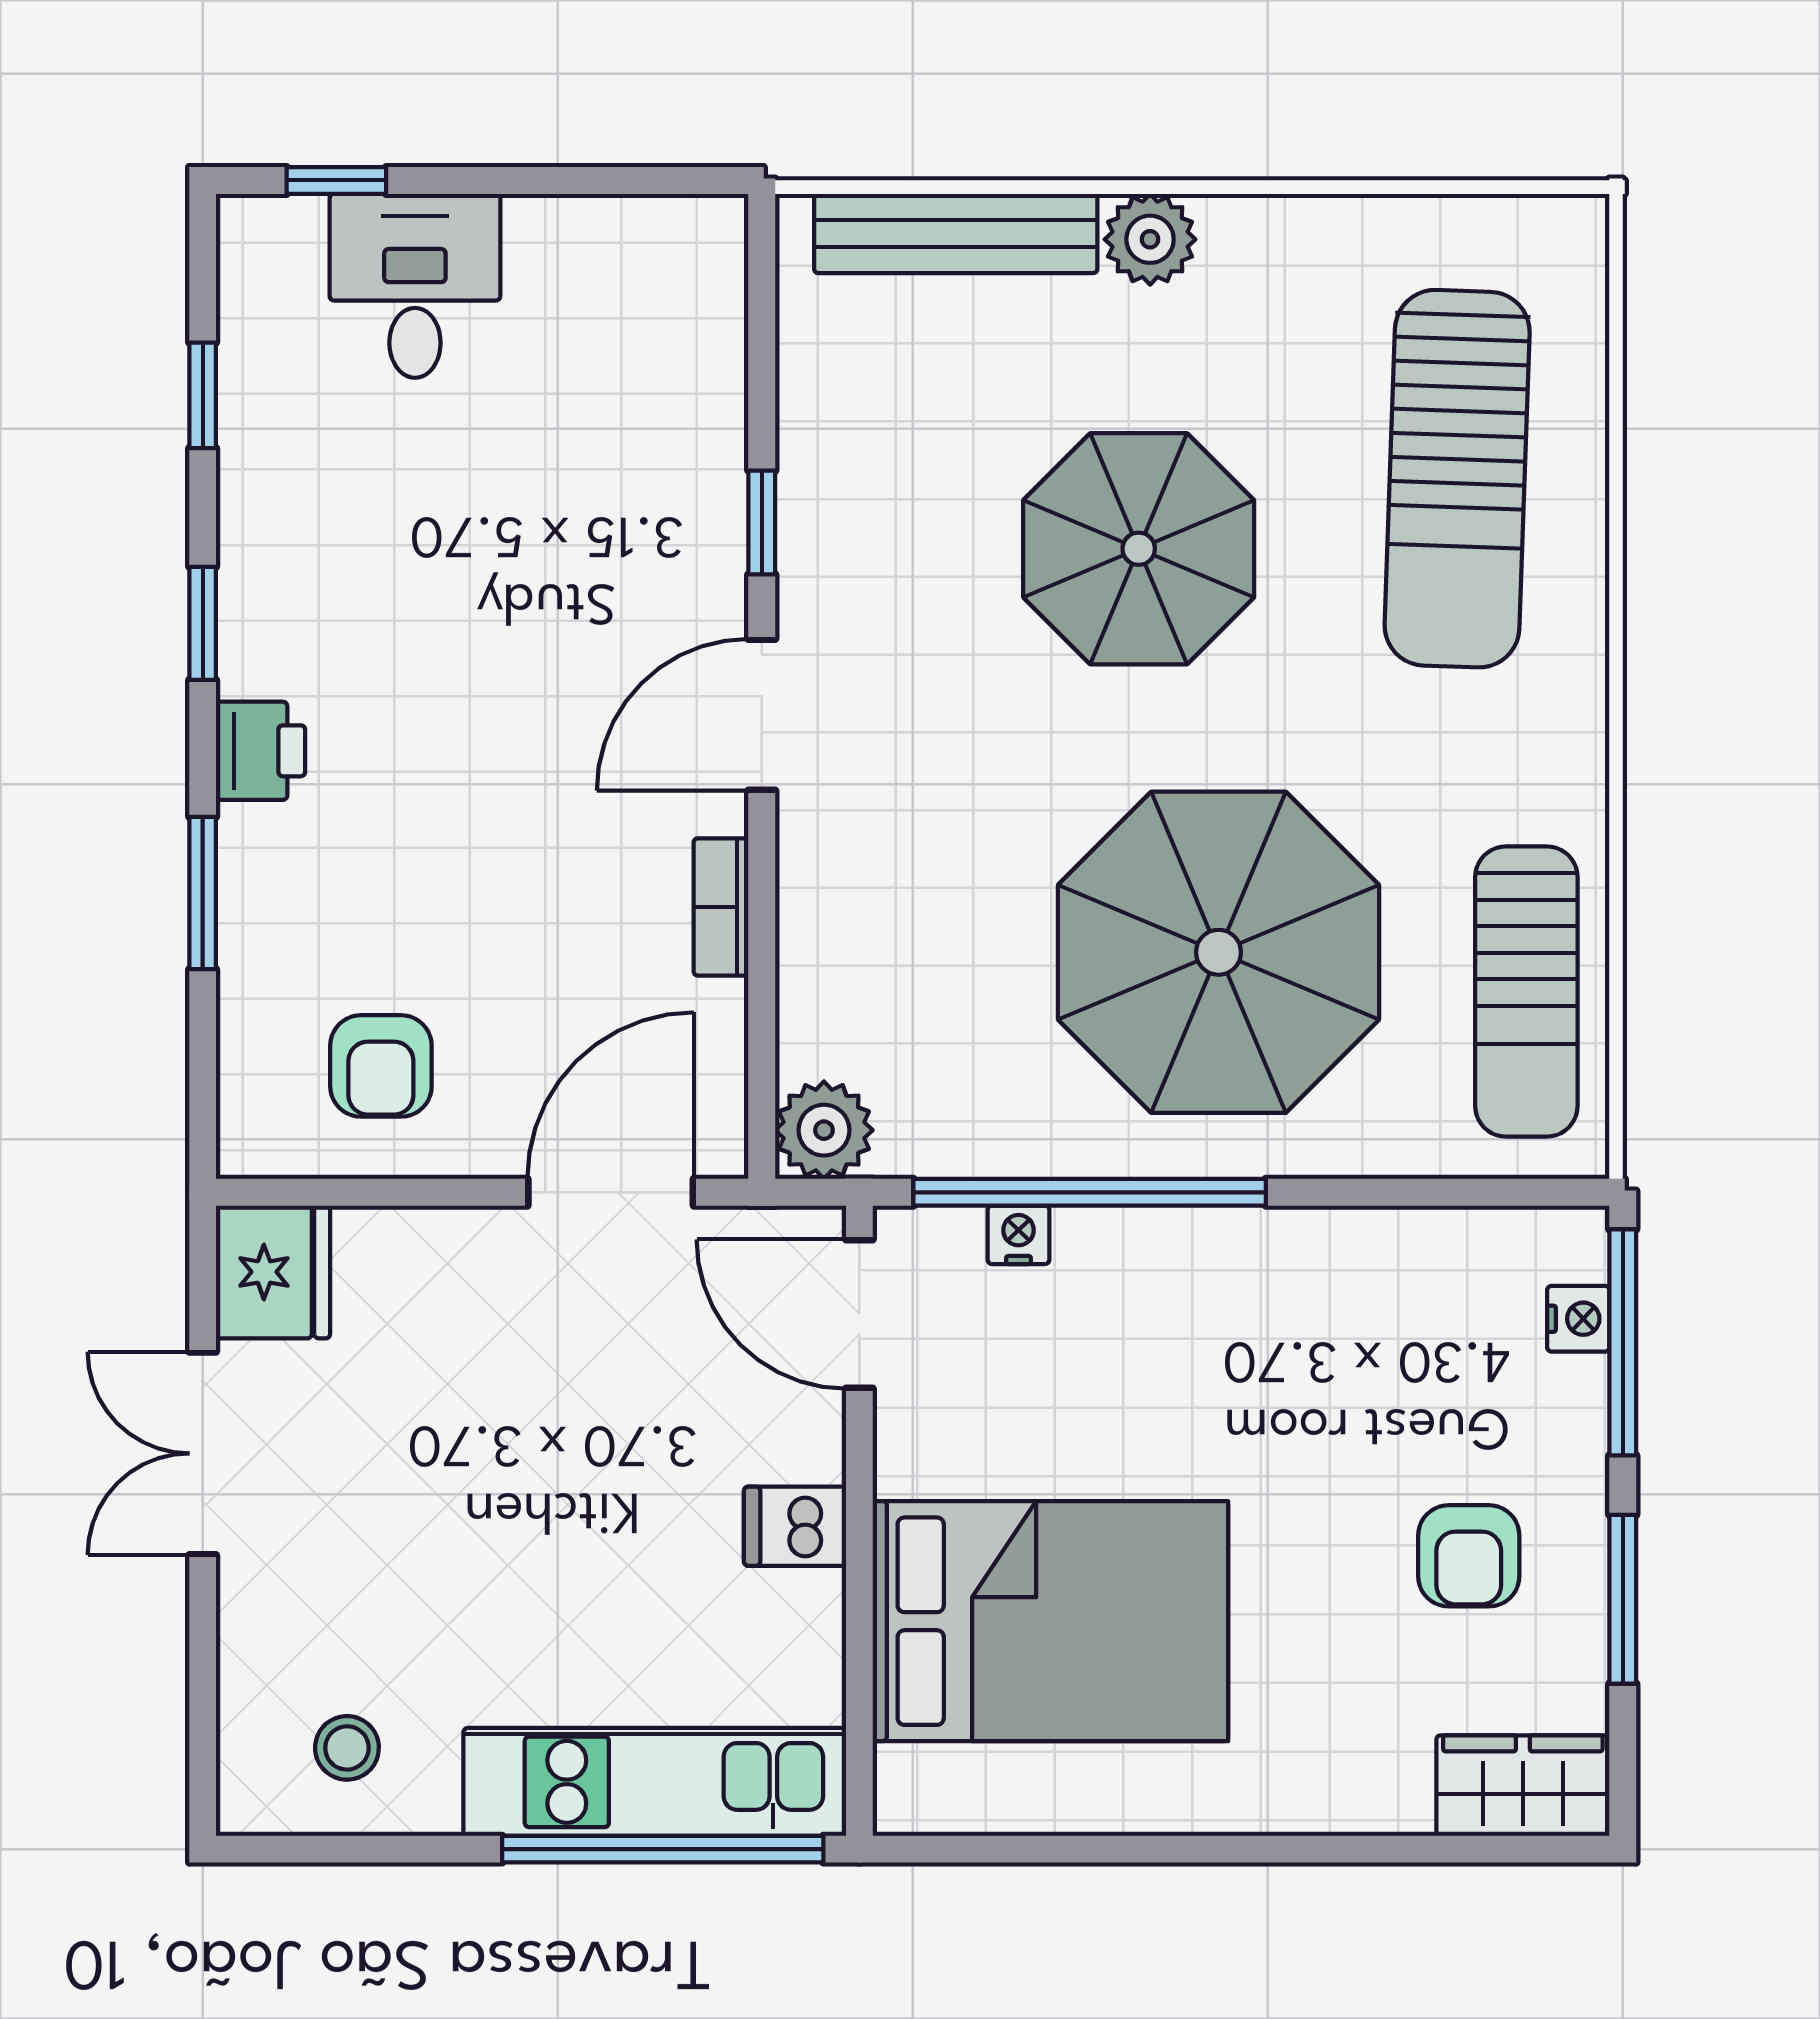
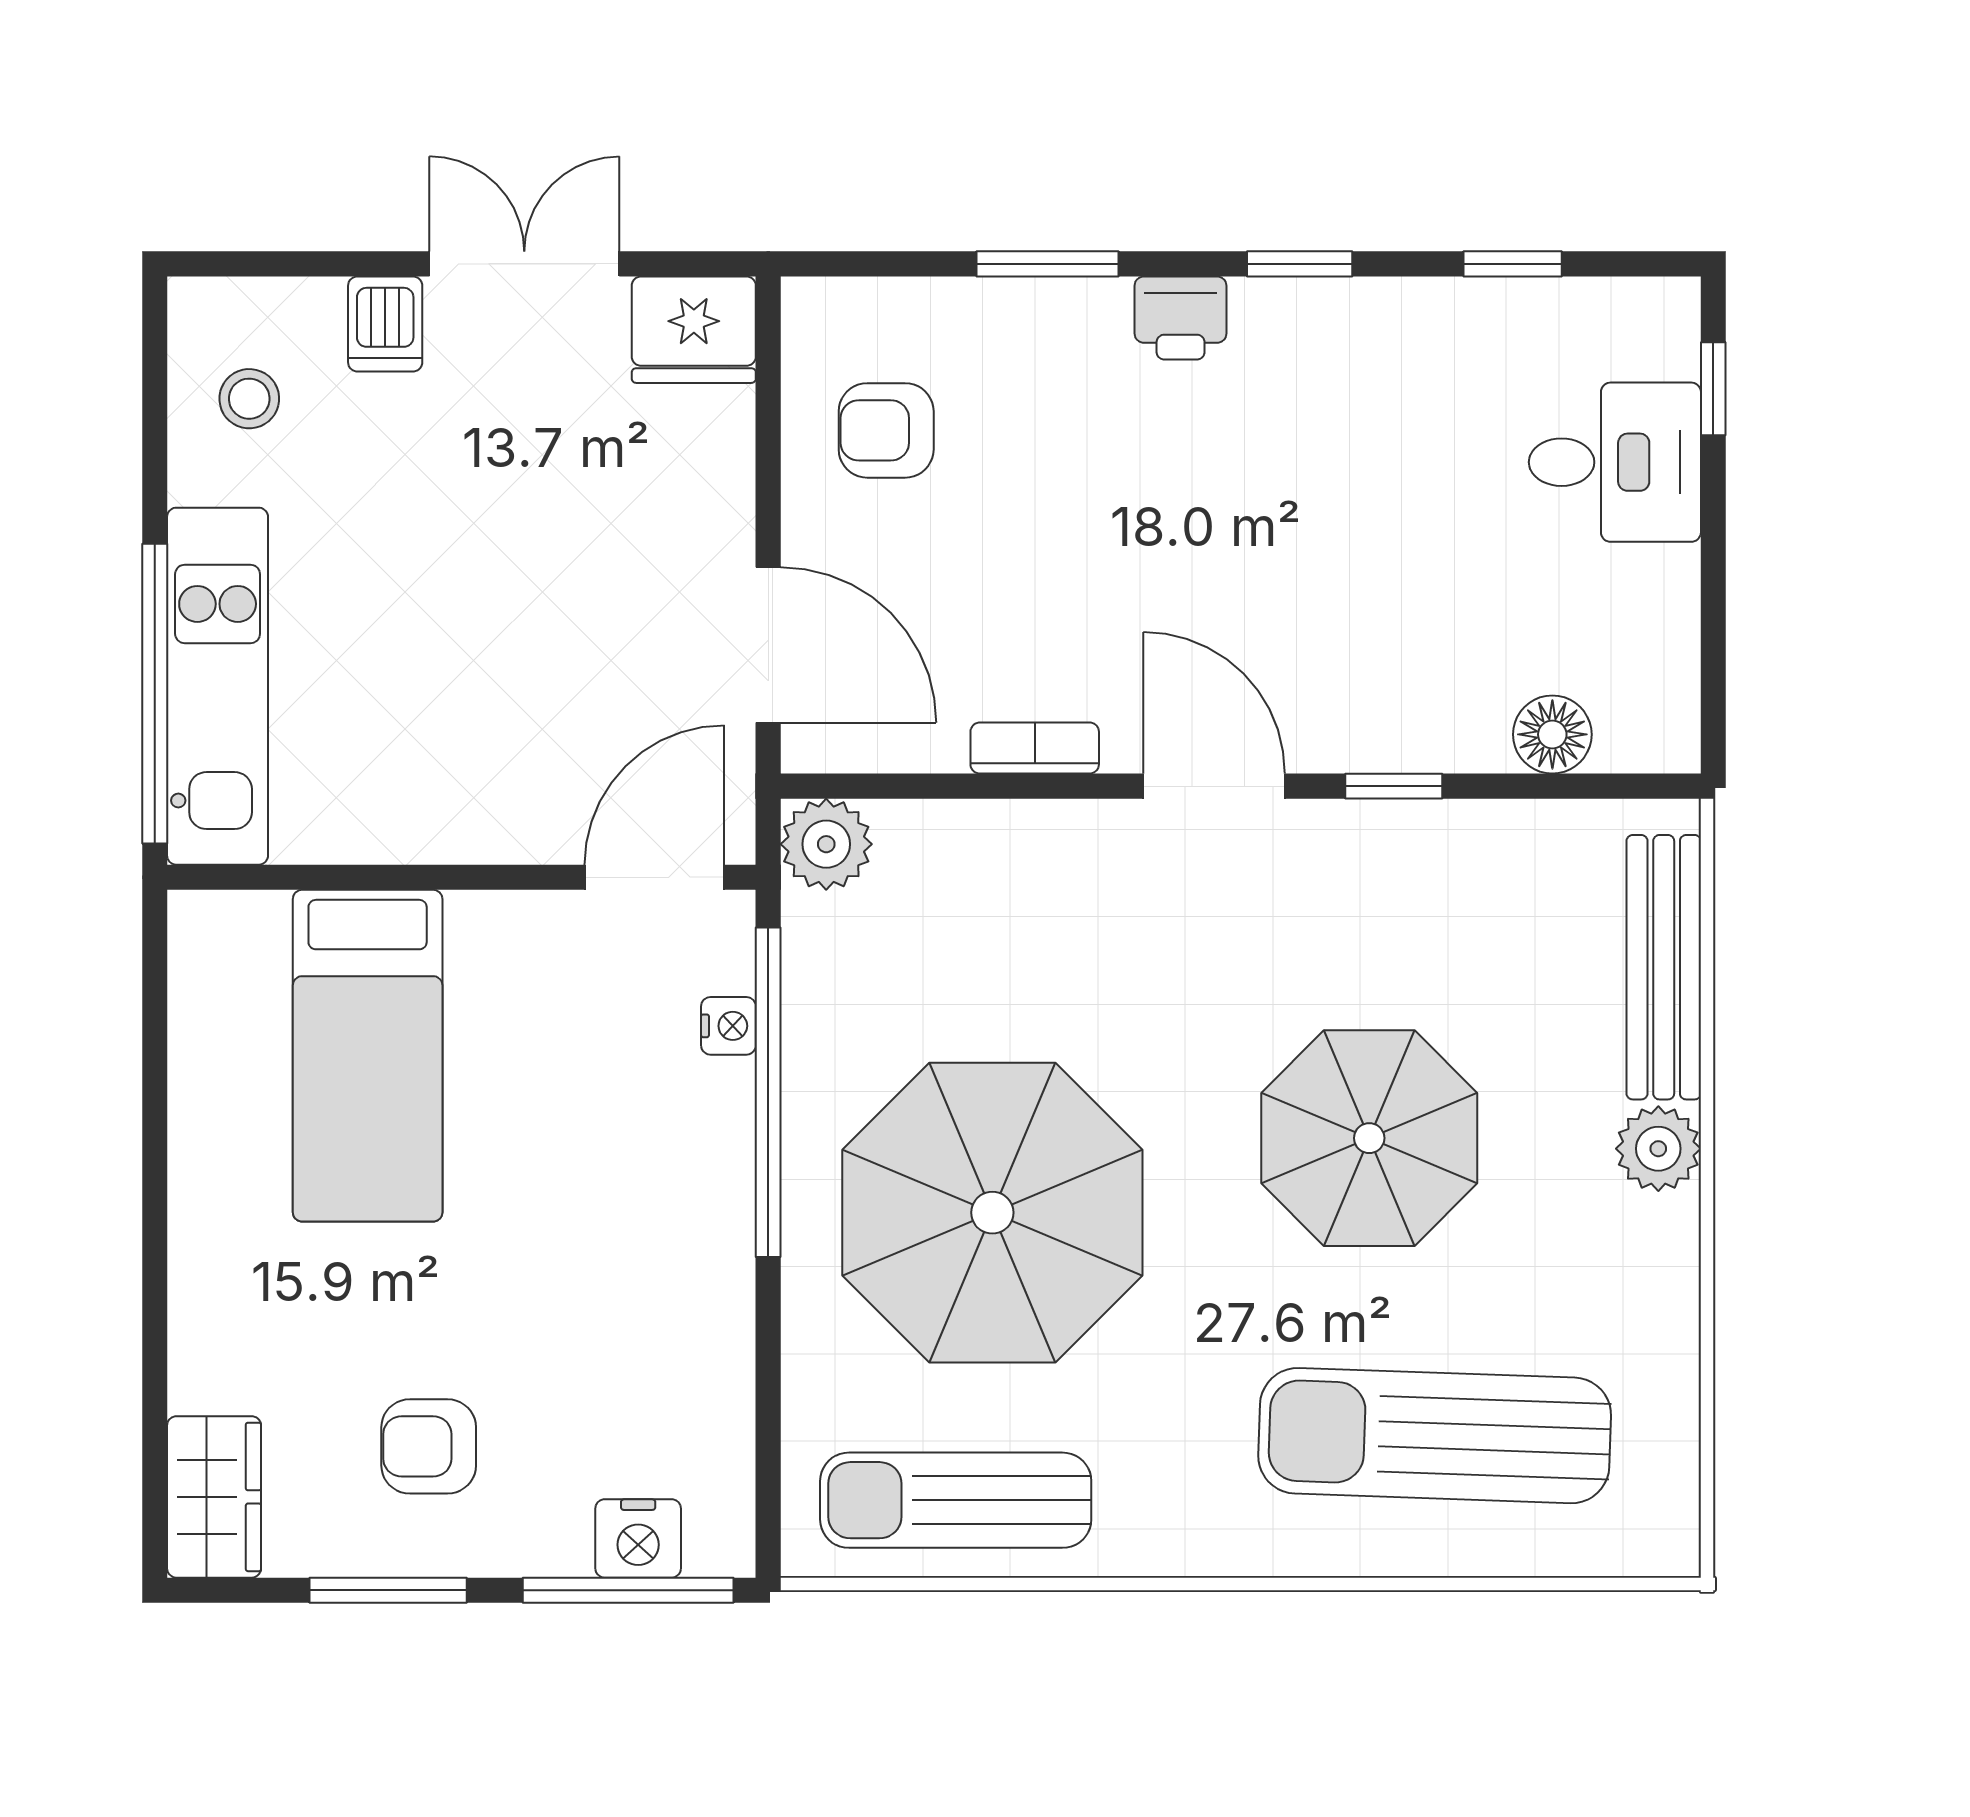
floor lamp: (707, 353) -> (1552, 734), added
nightstand: (1578, 1319) -> (638, 1538), width x1.39, depth x1.35
dishwasher: (795, 1526) -> (385, 324), moved, turned 180
bed: (1050, 1621) -> (368, 1056), width x0.67

